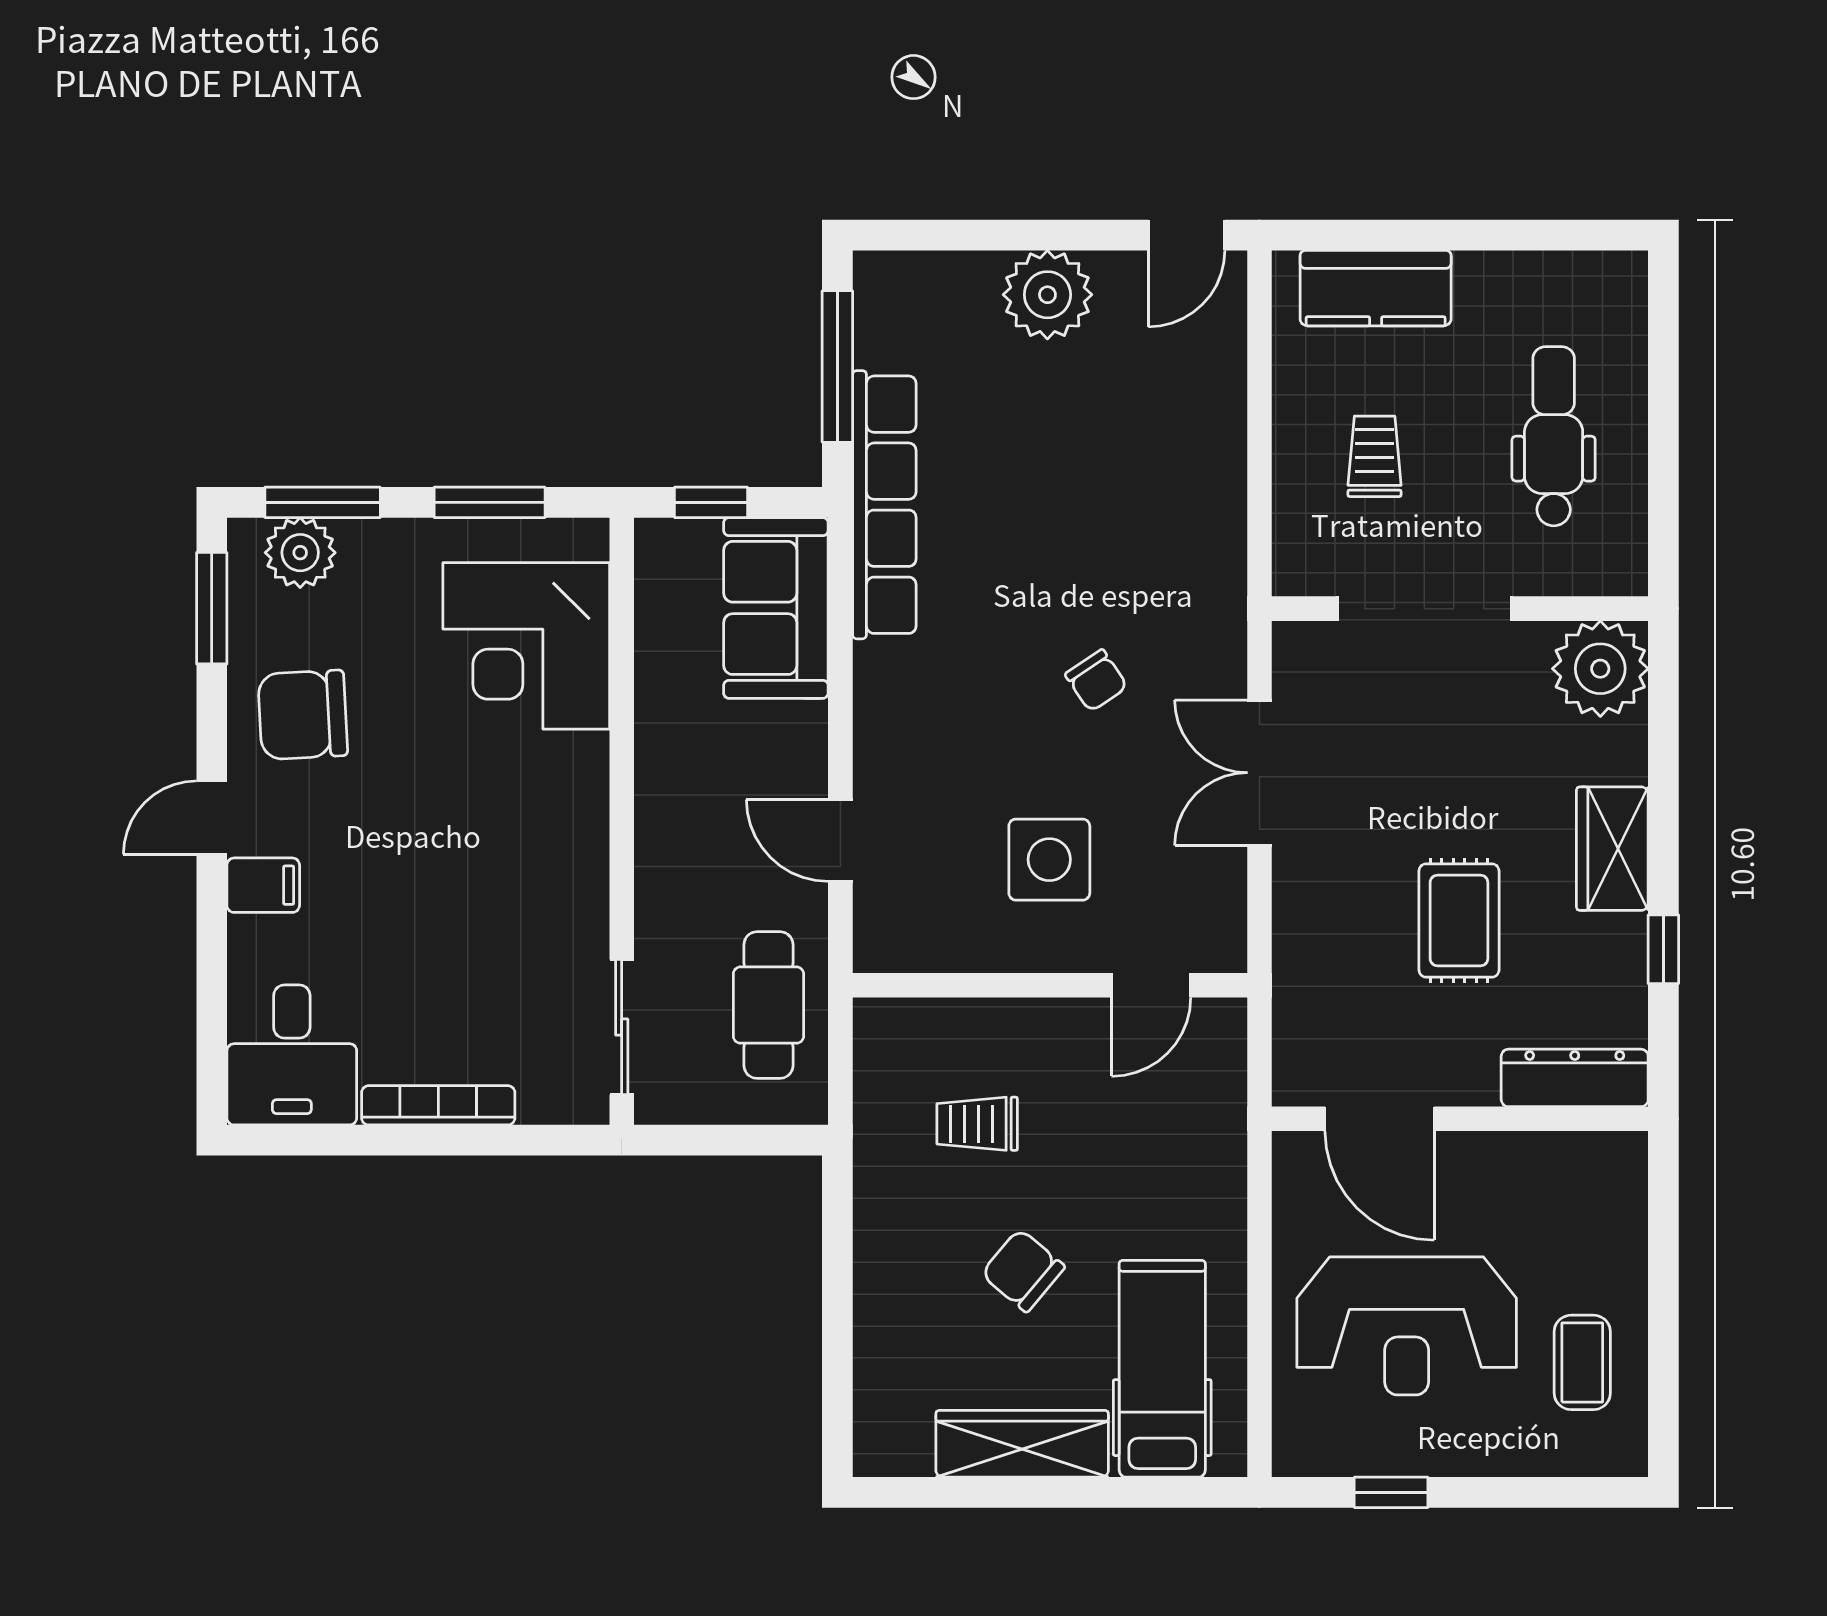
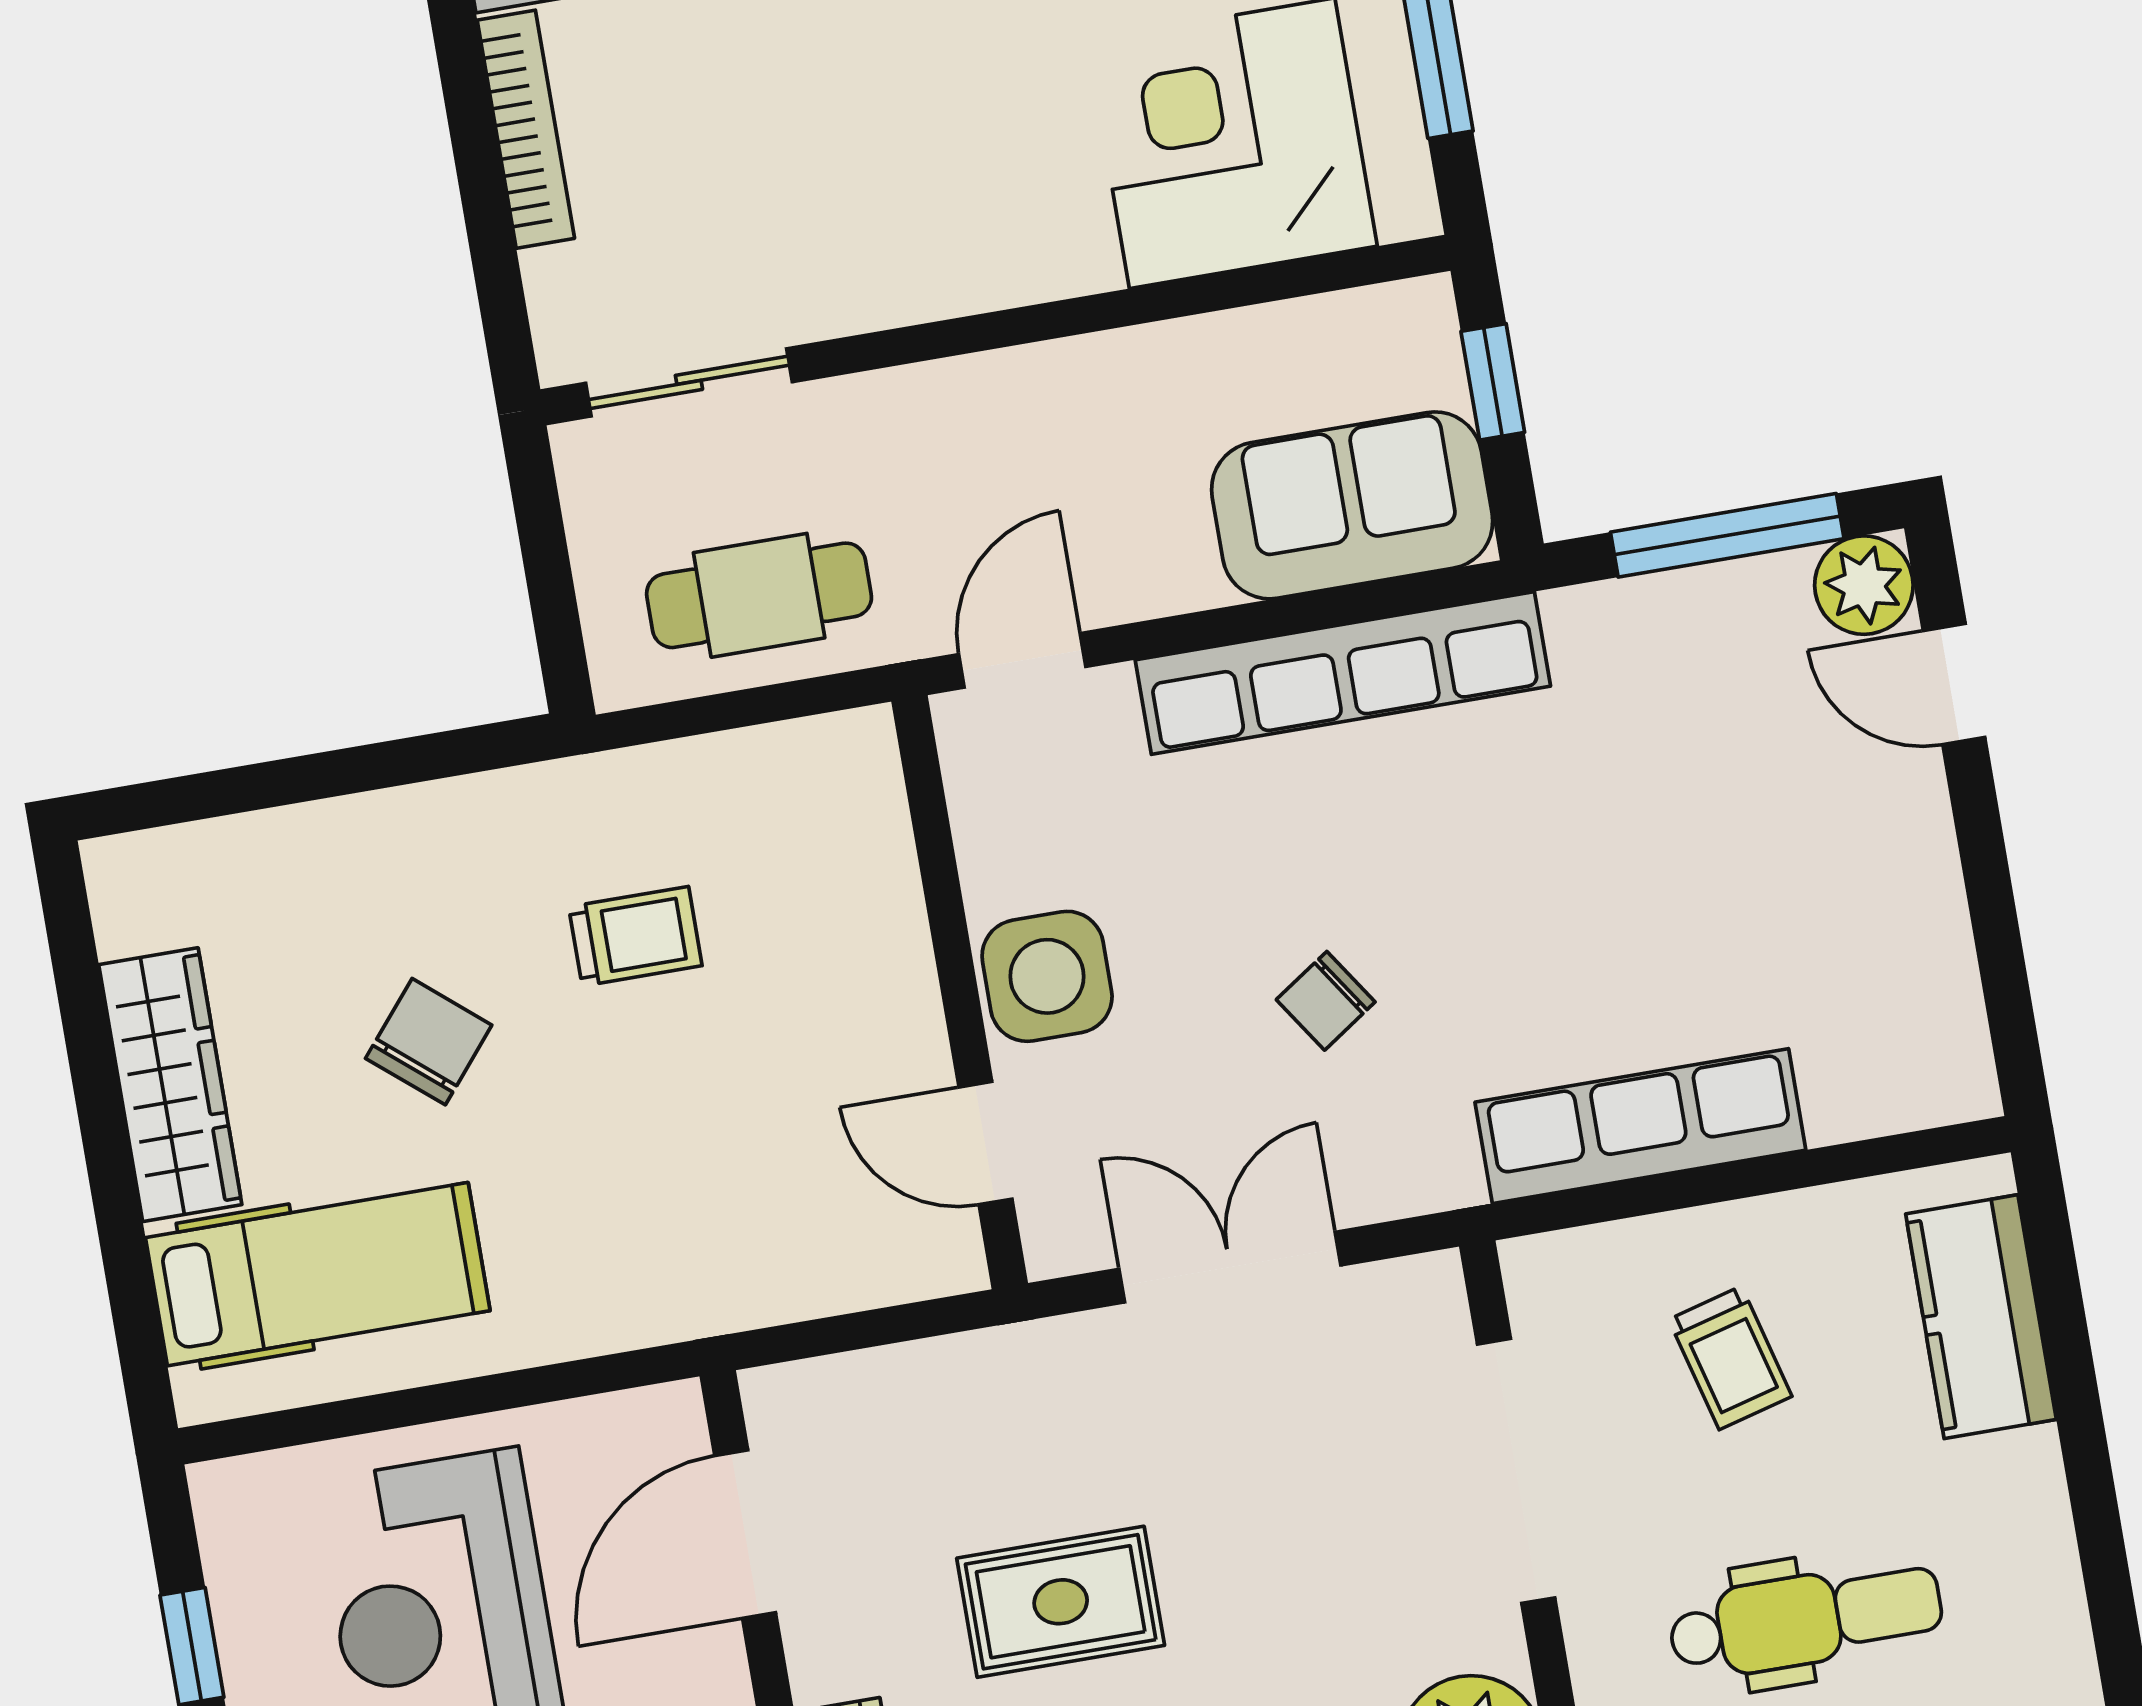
door: (1187, 235) -> (1954, 684), moved
plant: (1047, 295) -> (1864, 585), moved, width x0.73, depth x0.73
trolley: (1375, 456) -> (1730, 1358), turned 75
row of seats: (1213, 489) -> (1640, 1126), added
row of seats: (884, 505) -> (1343, 673), moved
wall: (1050, 985) -> (960, 992), moved
door: (1151, 985) -> (985, 1143), moved
trolley: (977, 1124) -> (635, 936), turned 90

